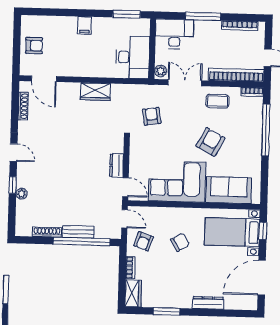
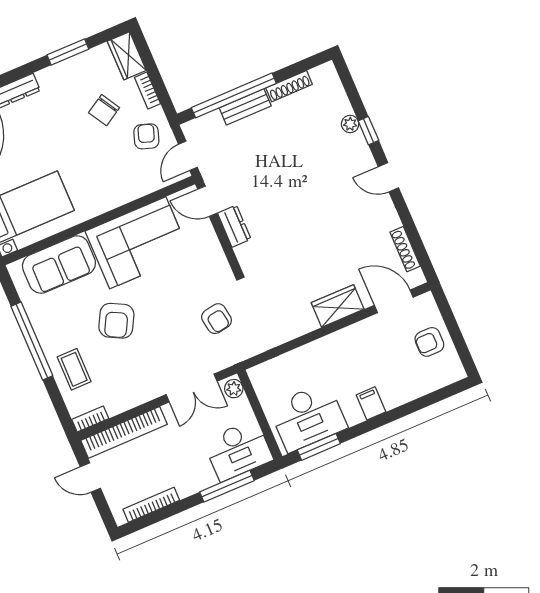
window: (203, 16) -> (227, 486), moved
desk: (133, 57) -> (308, 417), moved, turned -90
wardrobe: (95, 92) -> (338, 306), moved
coffee table: (218, 101) -> (74, 369), moved, turned 90
window: (266, 130) -> (32, 341), moved
door: (125, 219) -> (188, 156), hinge flipped
chair: (180, 242) -> (104, 110), moved

